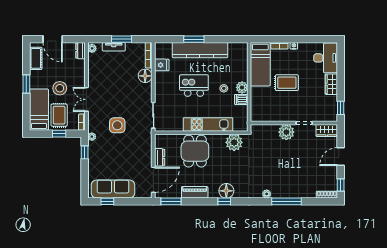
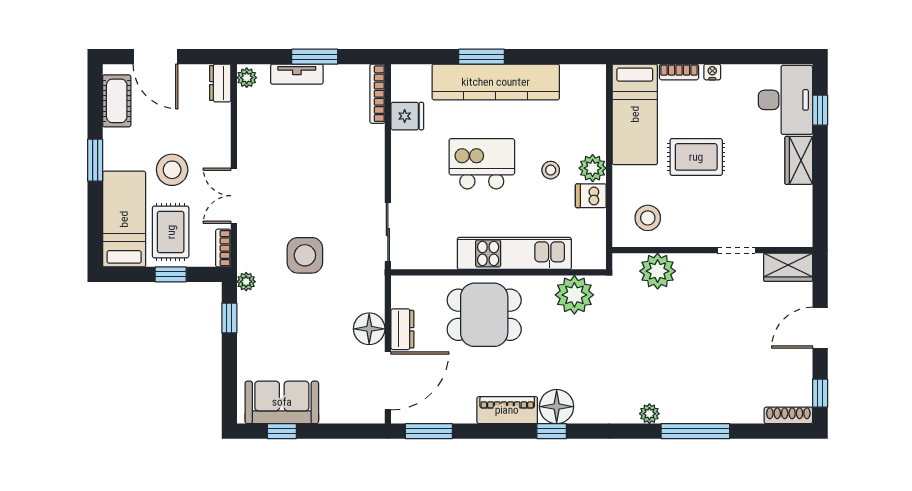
floor lamp: (145, 76) -> (369, 329), moved
window: (341, 108) -> (820, 110), moved
stool: (266, 109) -> (648, 218), added
plant: (286, 132) -> (658, 271), moved
dining table: (195, 151) -> (484, 315), turned 90
sofa: (113, 189) -> (282, 402), width x0.73
piano: (195, 192) -> (507, 410), moved

